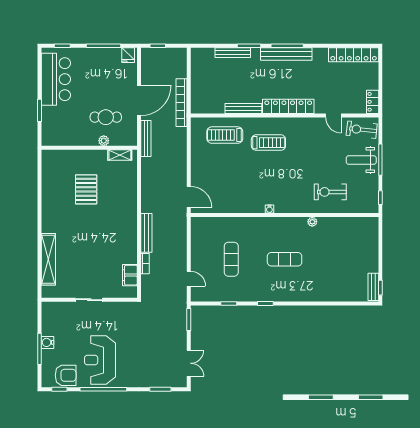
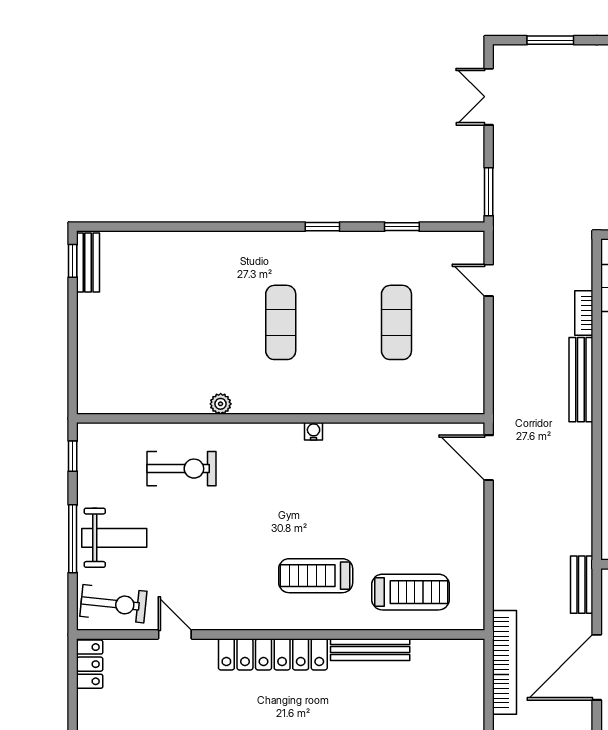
bench: (146, 138) -> (582, 585), width x0.73
exercise mat: (285, 259) -> (281, 322), turned 90

